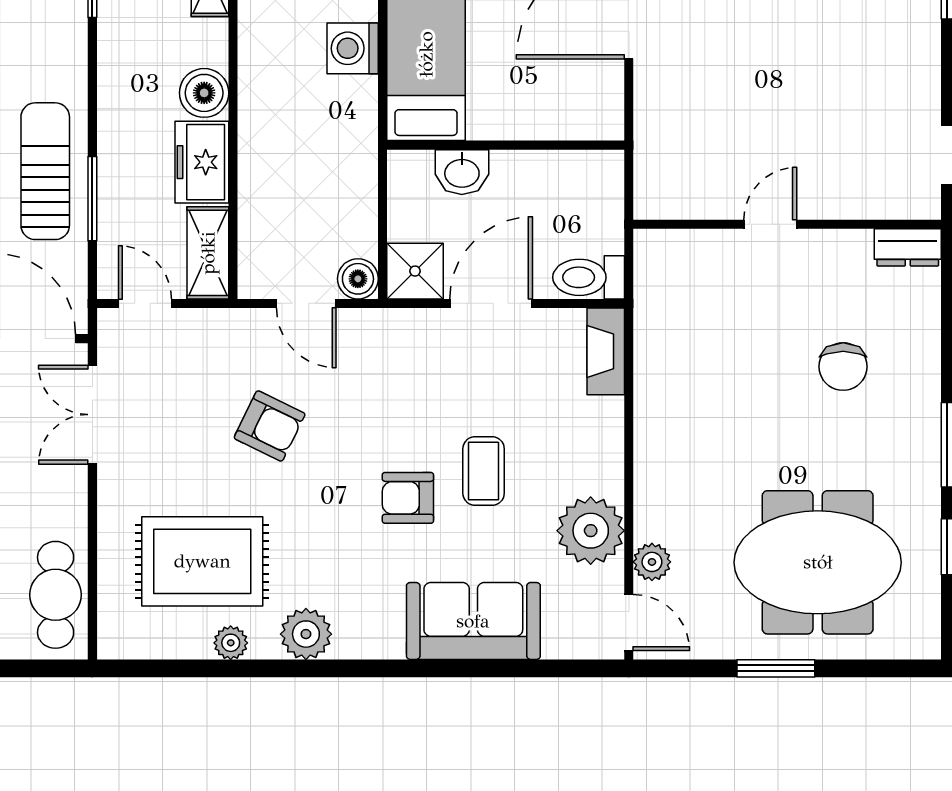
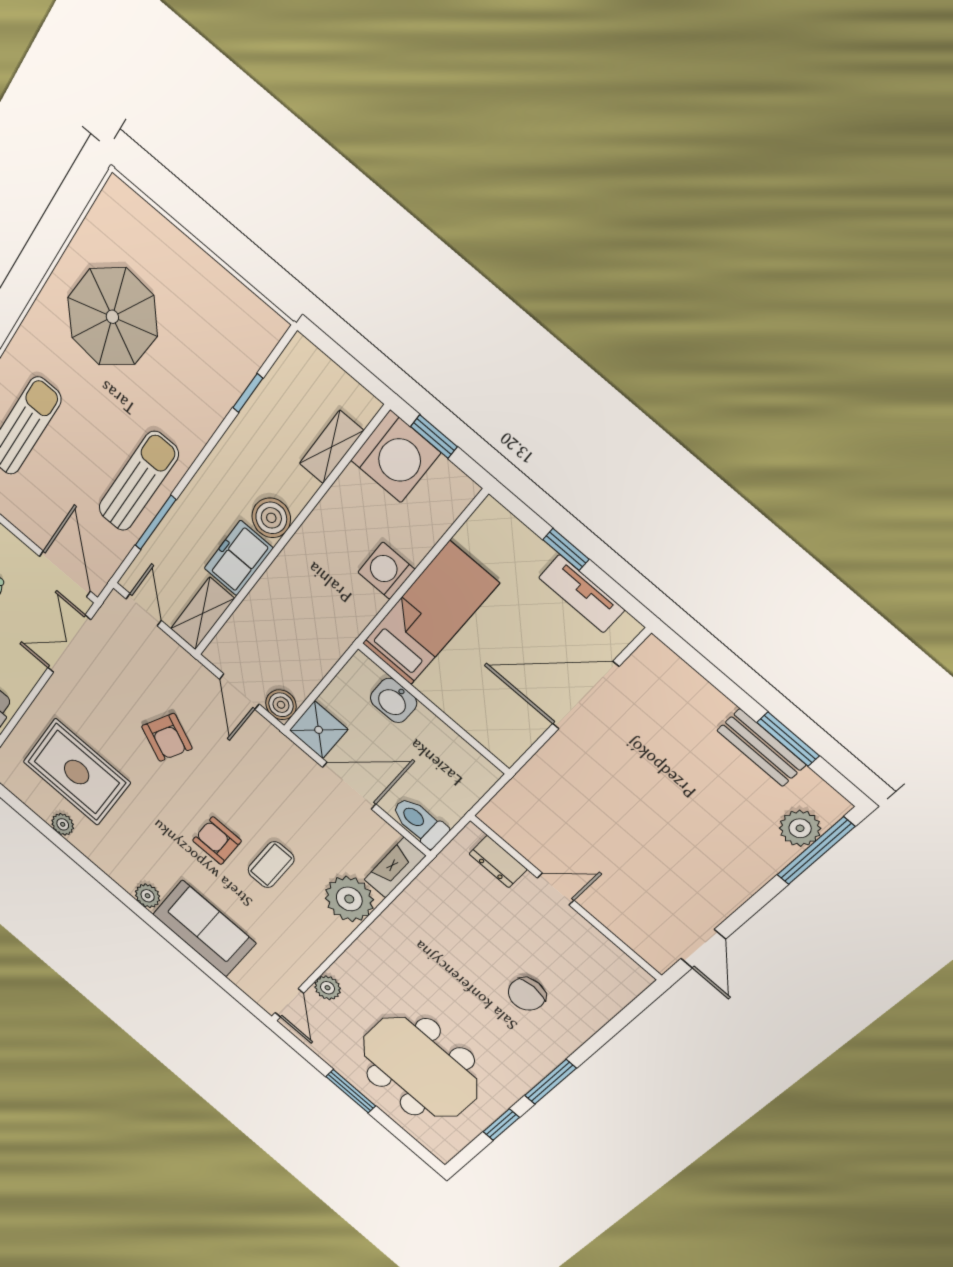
dresser: (908, 247) -> (498, 862), moved
plant: (591, 531) -> (349, 899), moved
plant: (306, 634) -> (148, 896), moved, width x0.73, depth x0.73

